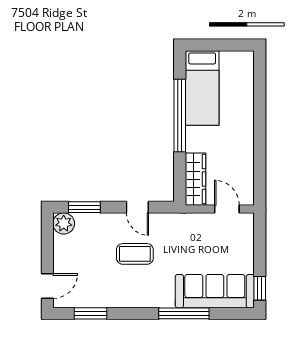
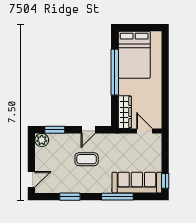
bed: (202, 88) -> (134, 55), width x1.50
door: (137, 207) -> (88, 130), hinge flipped
window: (90, 313) -> (70, 197), moved

